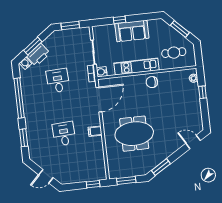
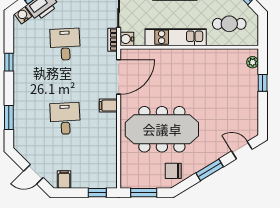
chair: (152, 82) -> (173, 171), moved
window: (19, 98) -> (9, 62), width x0.32
filing cabinet: (95, 131) -> (108, 106), moved
meeting table: (134, 134) -> (162, 129), width x1.36
window: (161, 167) -> (210, 170), moved
filing cabinet: (68, 178) -> (64, 180), added

